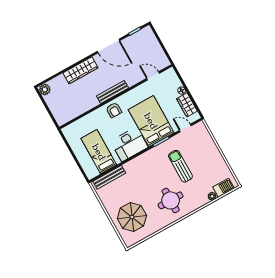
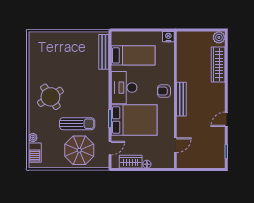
door: (108, 46) -> (226, 119), width x0.53
wardrobe: (80, 70) -> (218, 64), moved
nightstand: (67, 131) -> (168, 37), added
round table: (171, 200) -> (50, 97), turned -33
parasol: (132, 217) -> (79, 150), moved

